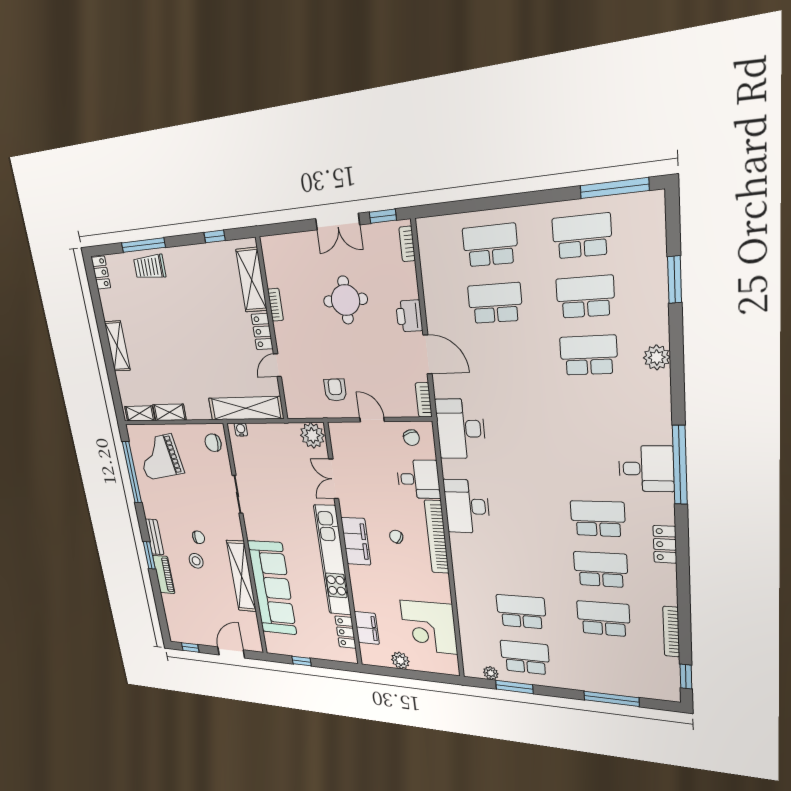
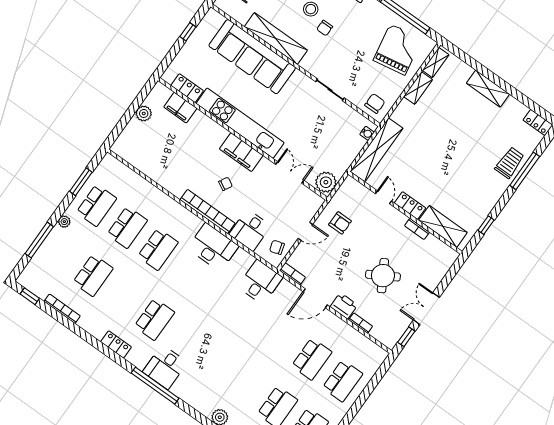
bookcase: (407, 244) -> (361, 323), moved
round table: (345, 300) -> (383, 276), turned -30
school desk: (589, 355) -> (247, 385), removed
desk: (460, 429) -> (260, 282), width x0.73
school desk: (601, 569) -> (158, 249), moved
corner desk: (429, 627) -> (154, 155), removed
plant: (491, 673) -> (64, 222), moved

